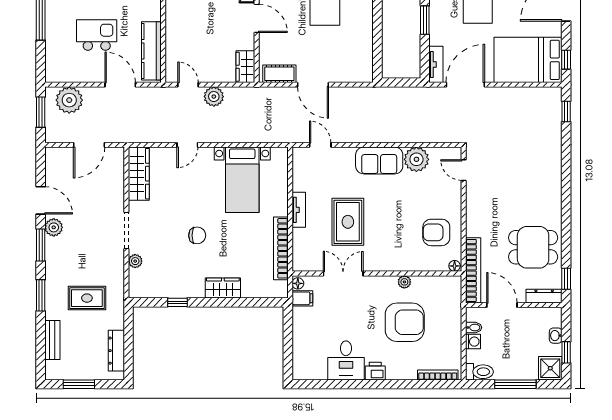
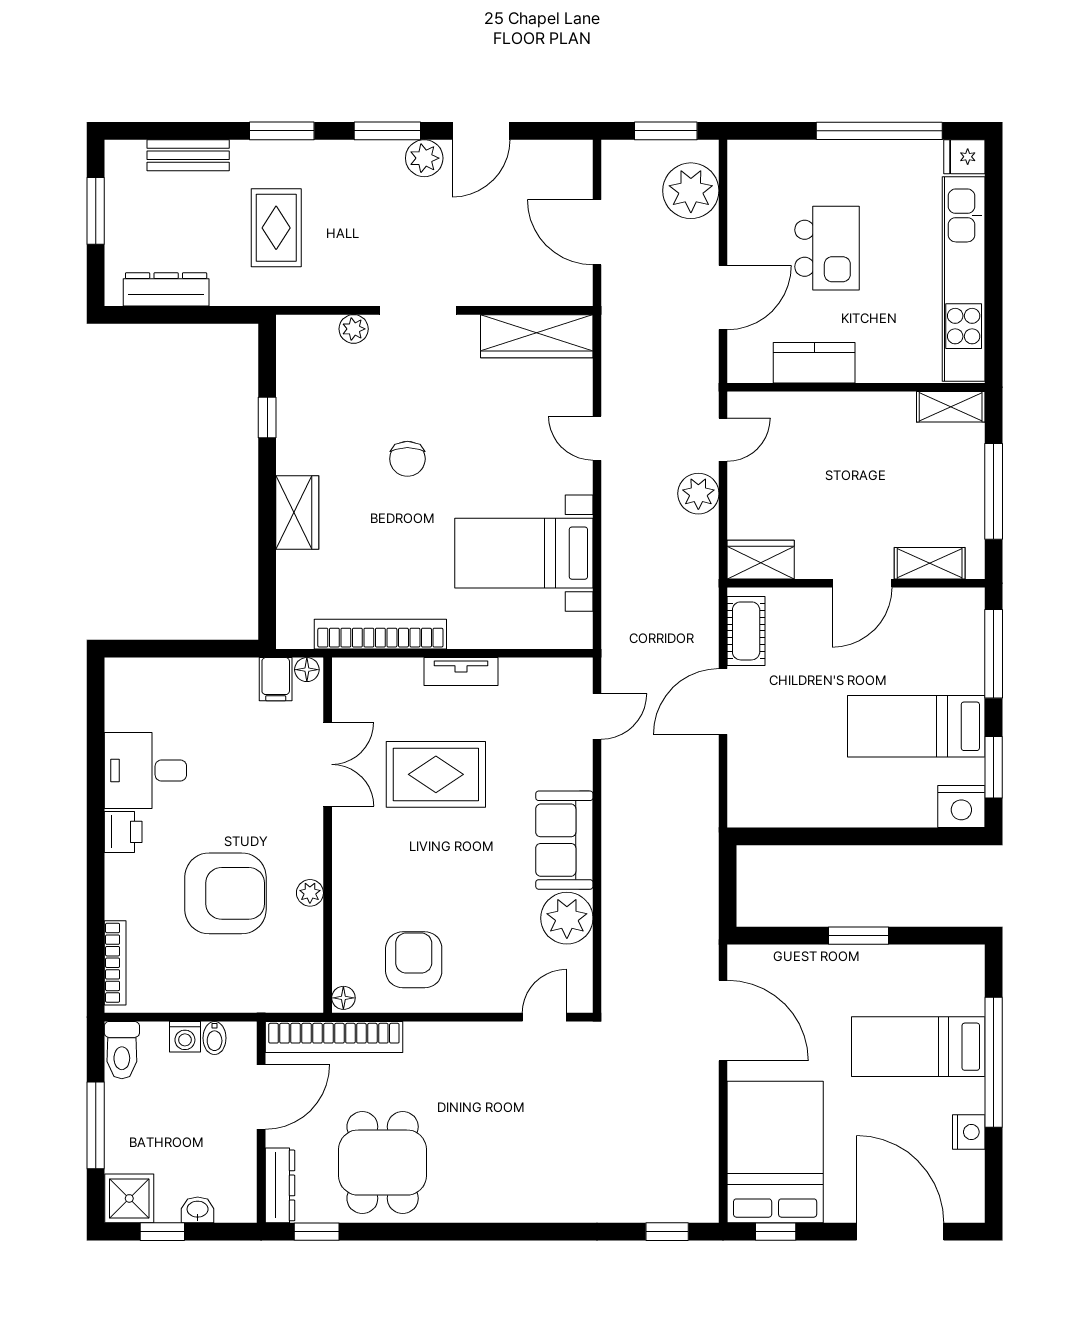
kitchen counter: (151, 51) -> (814, 363), width x0.67
tv unit: (436, 64) -> (765, 959), removed
armchair: (405, 322) -> (225, 893), turned -90

